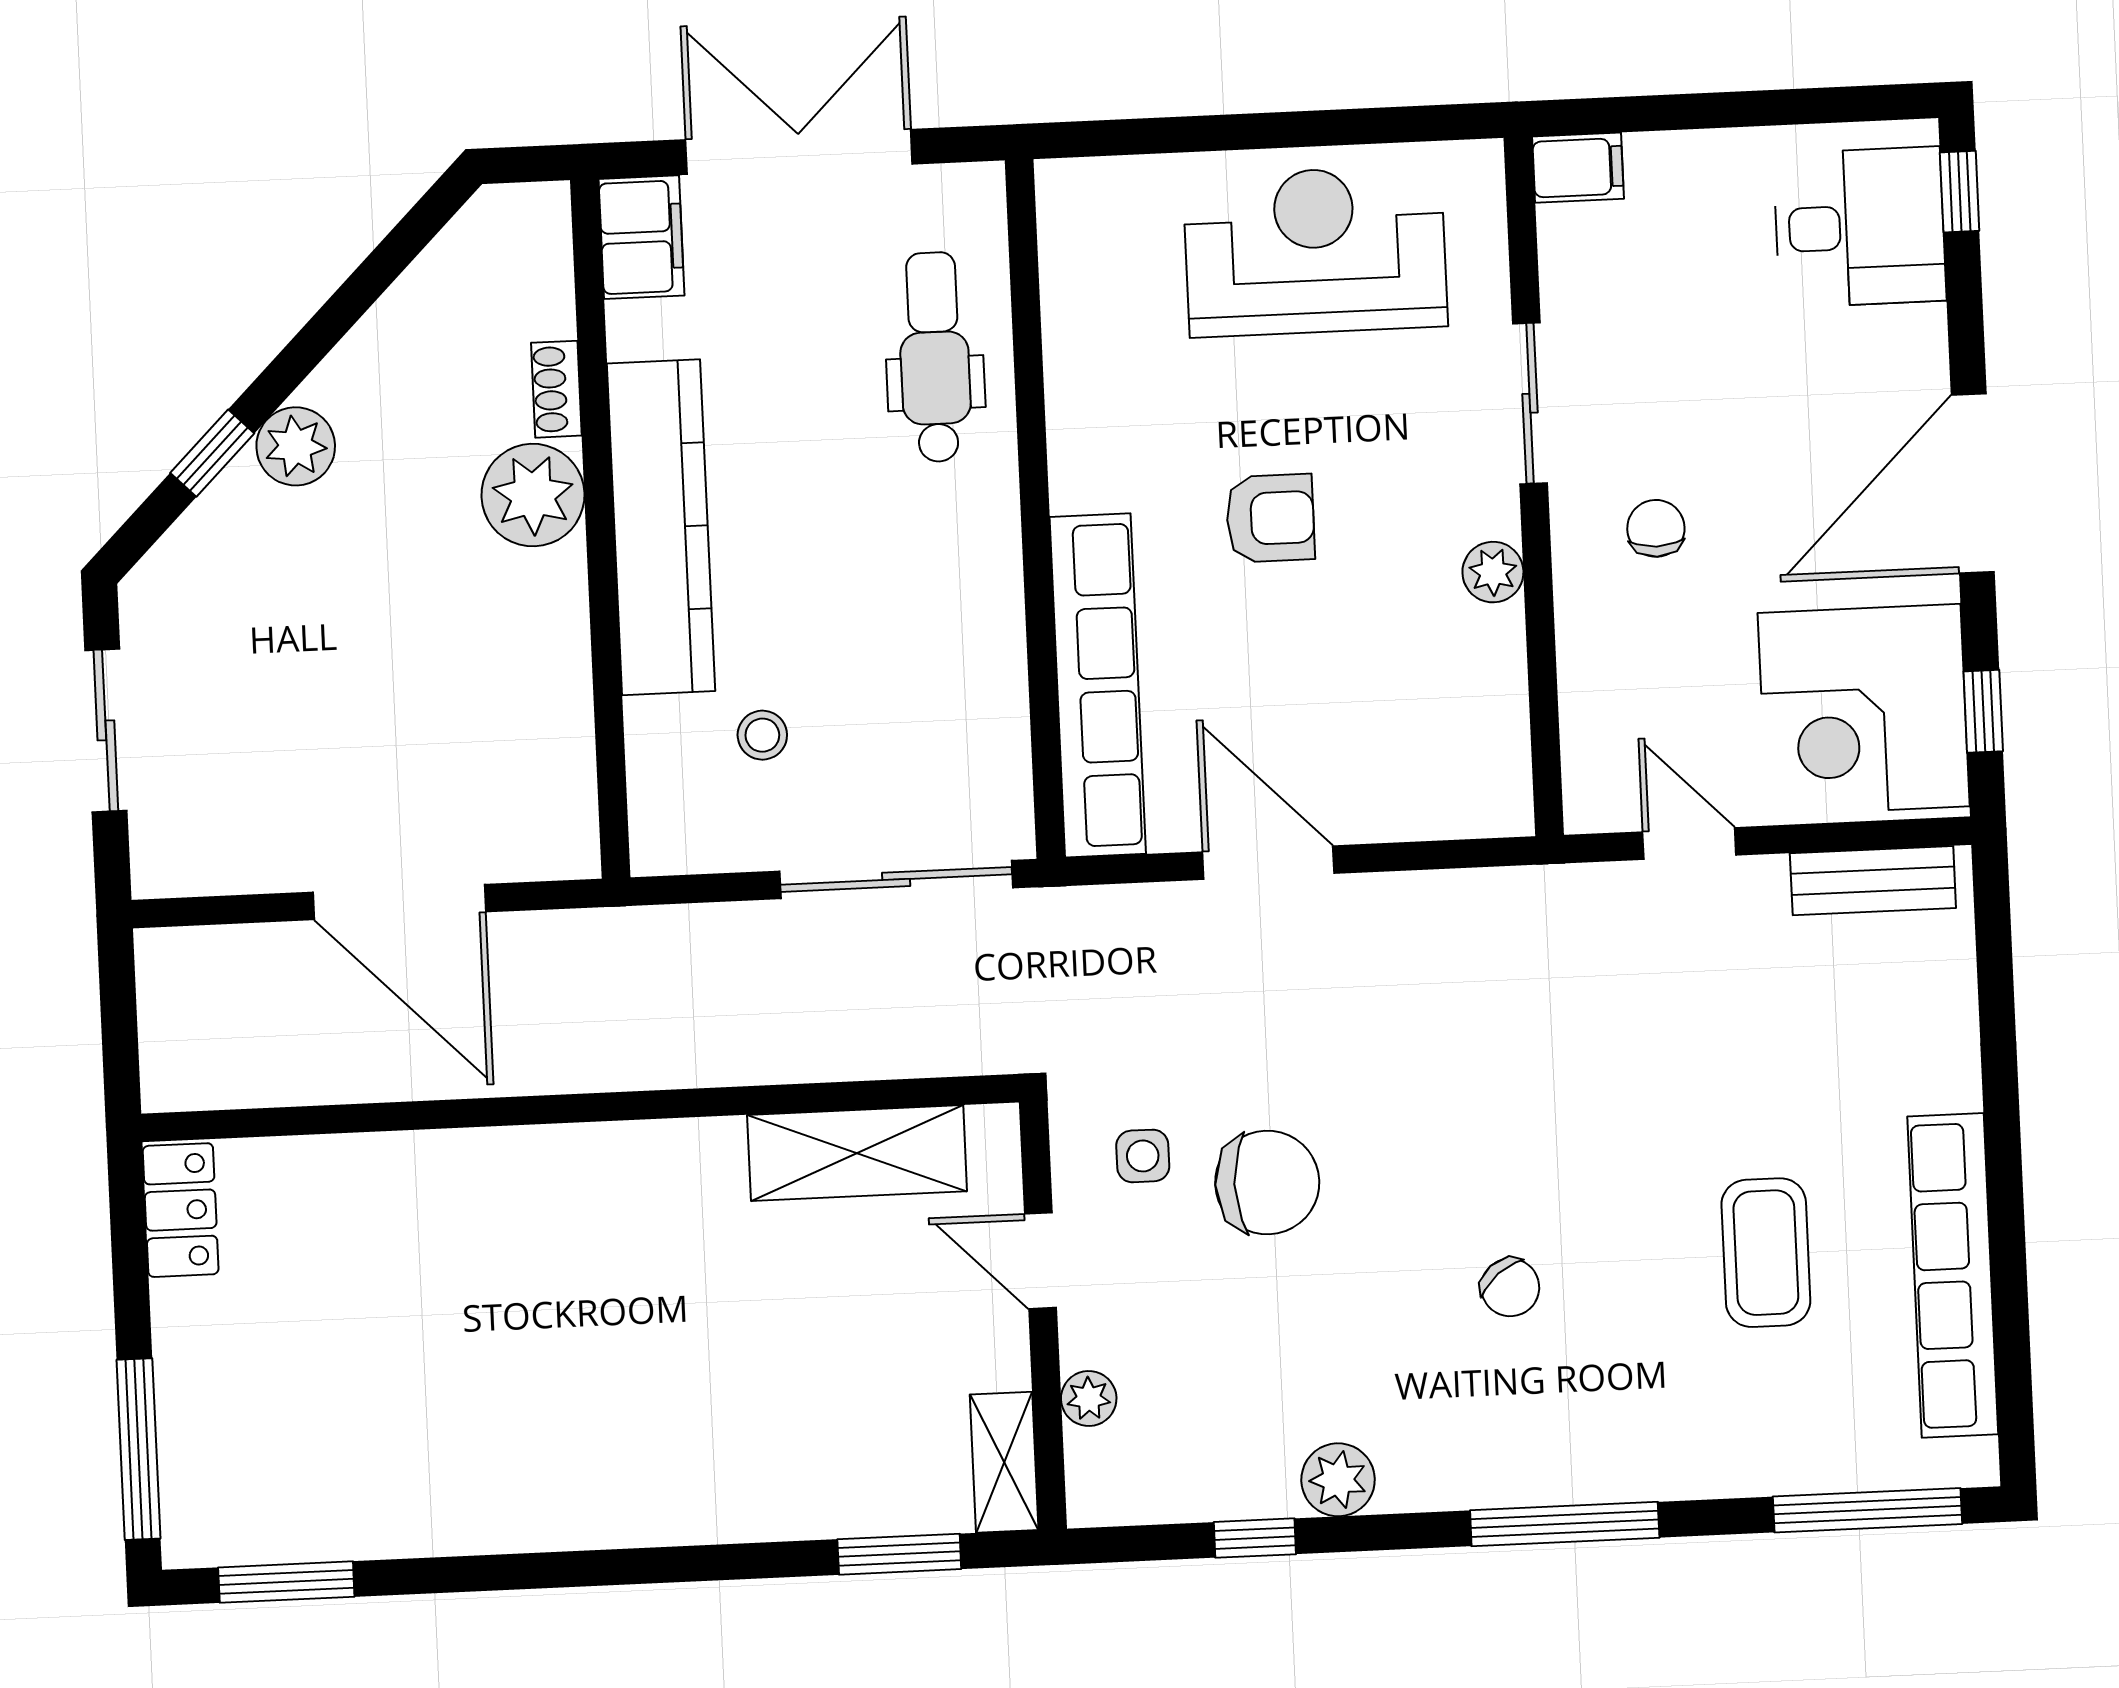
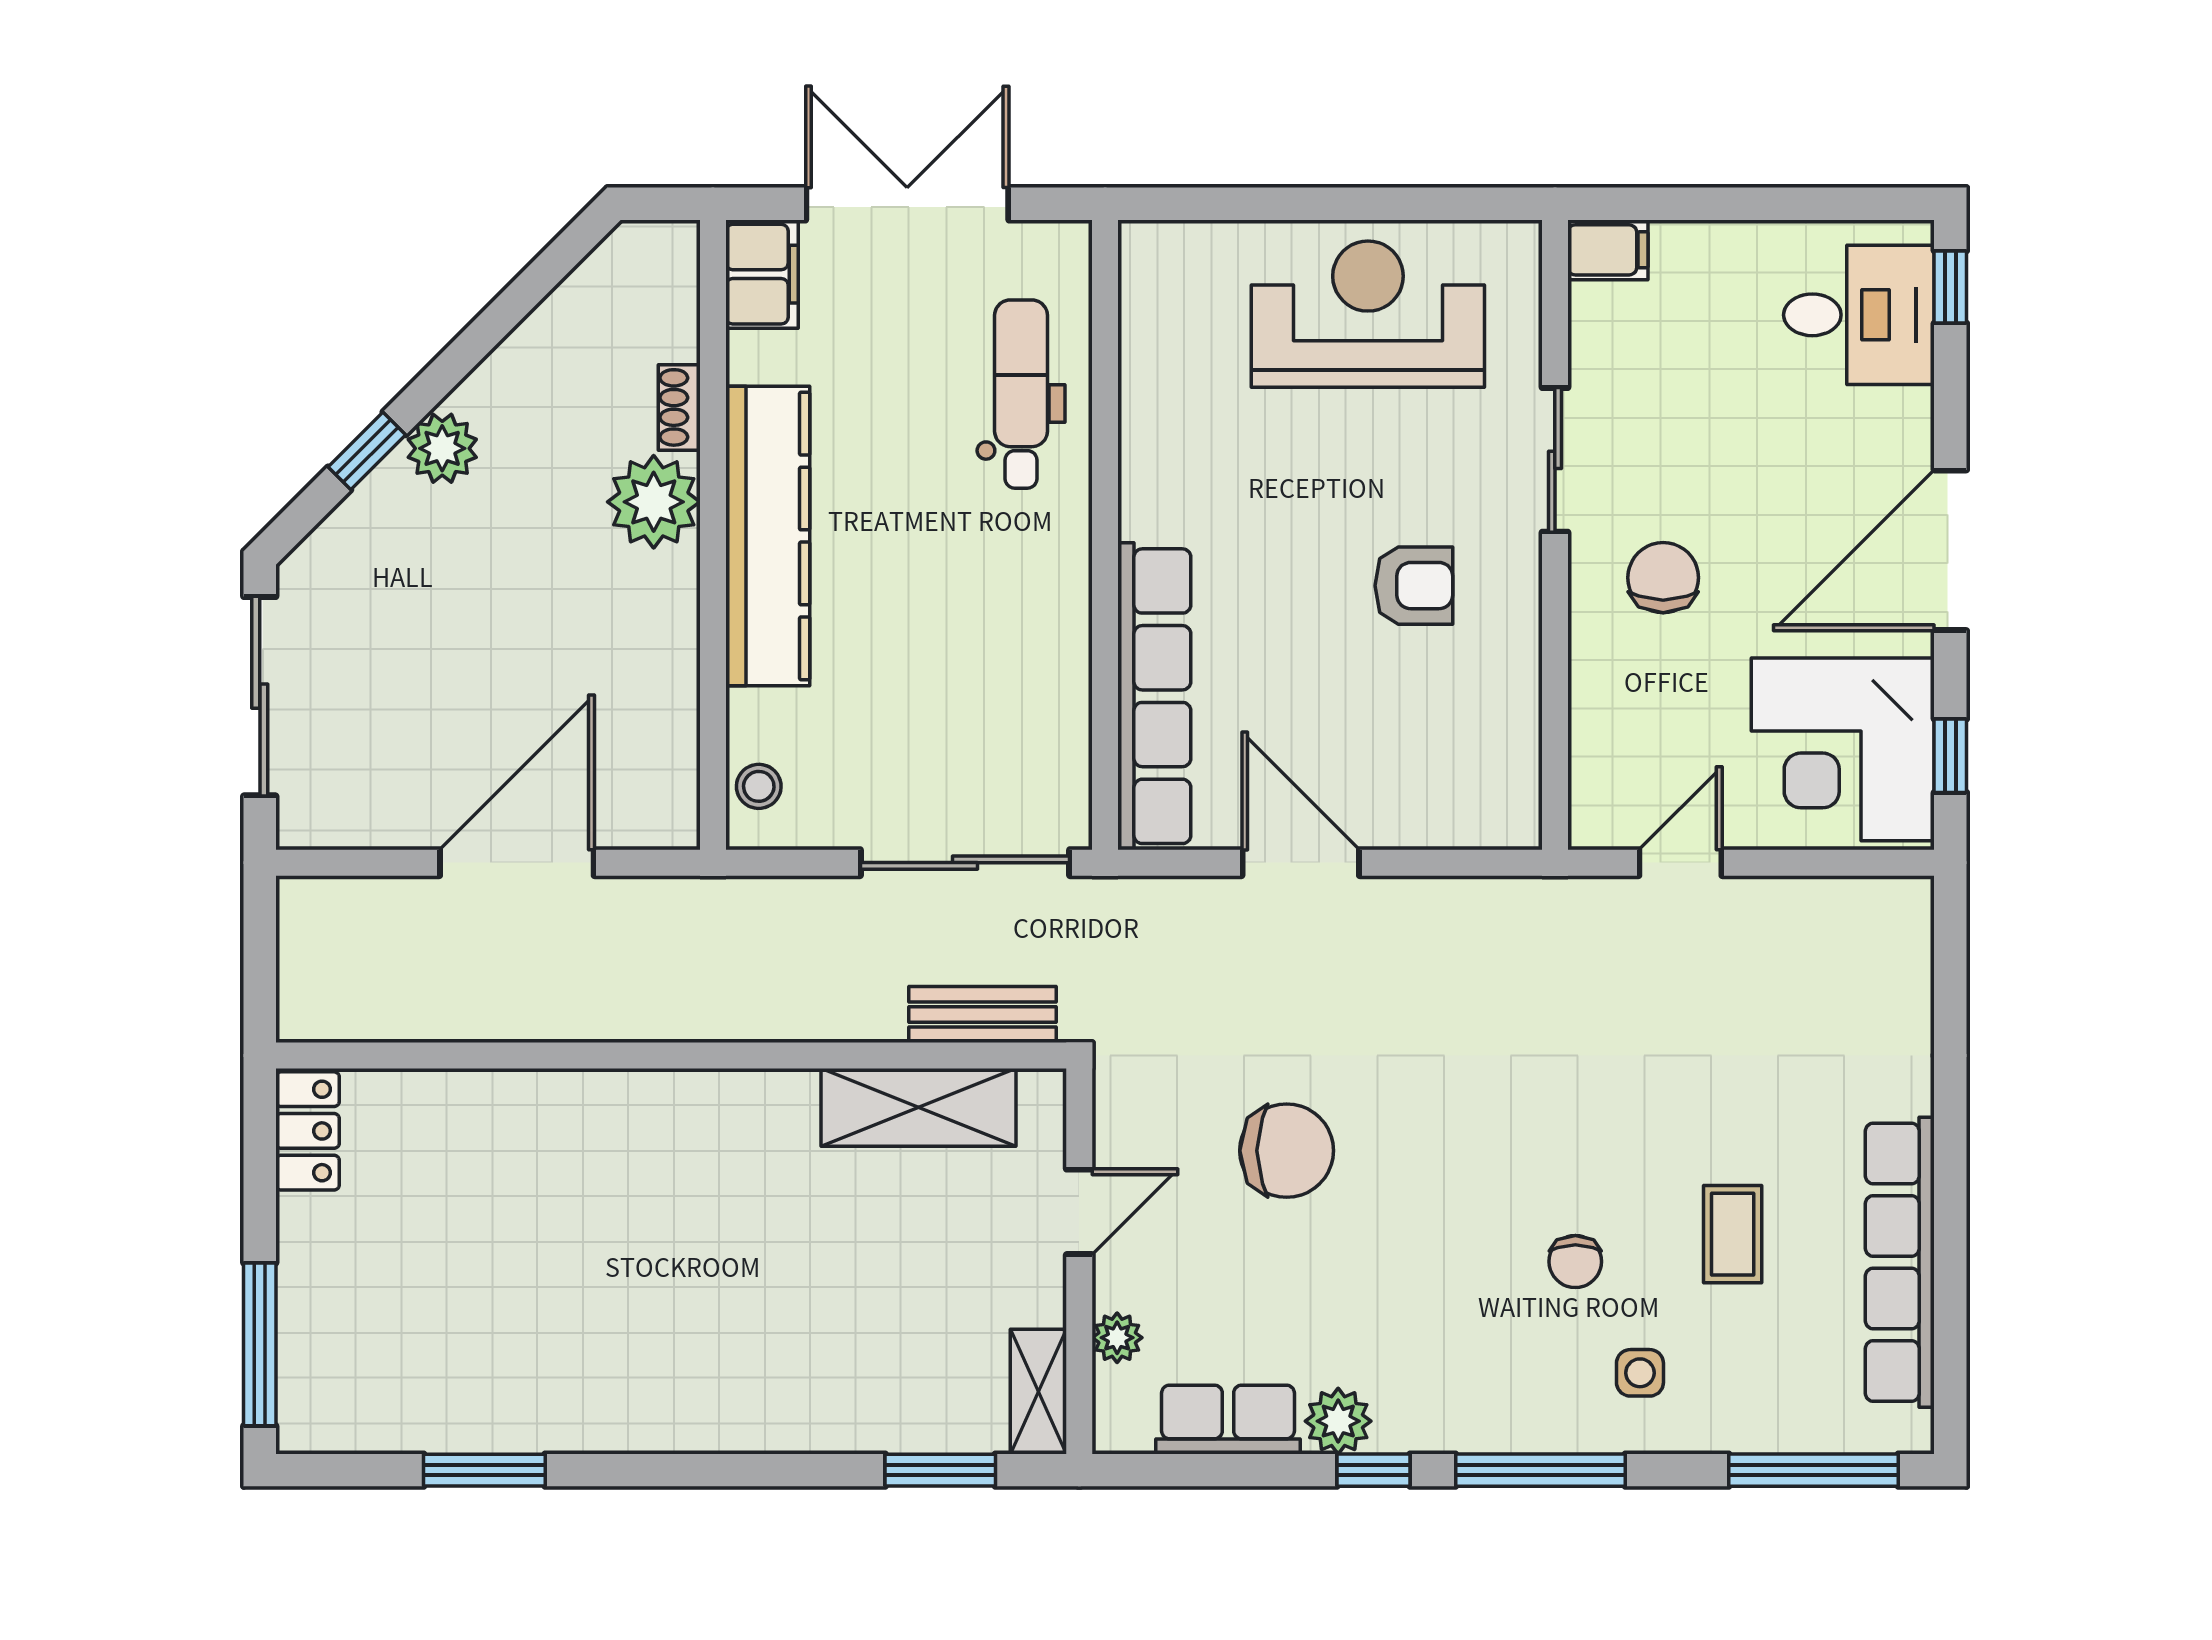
armchair: (1270, 518) -> (1414, 586), moved
chair: (1656, 528) -> (1663, 578), width x1.37, depth x1.37
plant: (1493, 572) -> (1515, 610), removed
sliding door: (106, 730) -> (260, 696), width x1.37
stool: (762, 735) -> (759, 786), moved
door: (1689, 843) -> (1680, 863), hinge flipped
bench: (1873, 881) -> (983, 1015), moved
door: (399, 902) -> (517, 863), swing flipped
side table: (1143, 1156) -> (1640, 1373), moved
coffee table: (1766, 1253) -> (1733, 1234), width x0.73, depth x0.77
door: (1040, 1261) -> (1079, 1212), swing flipped
chair: (1510, 1287) -> (1575, 1262), moved, turned 39
row of seats: (1216, 1484) -> (1228, 1420), added
window: (1255, 1538) -> (1374, 1470), moved
window: (286, 1582) -> (484, 1470), moved

